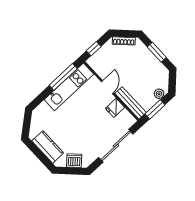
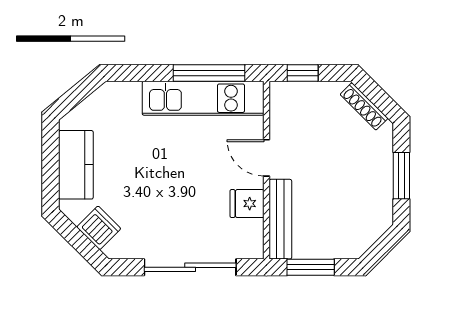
door: (108, 87) -> (266, 158), swing flipped
plant: (159, 94) -> (341, 248), removed

